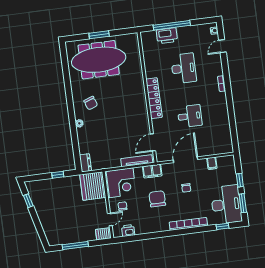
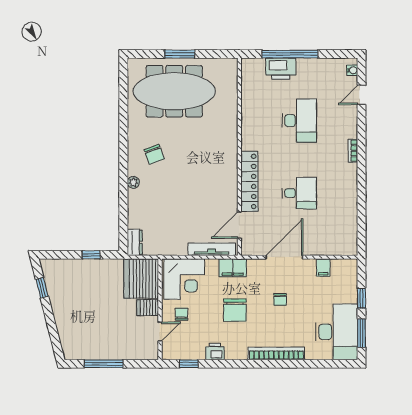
locker: (154, 98) -> (249, 181), moved
chair: (157, 199) -> (235, 310), turned 180
window: (222, 226) -> (189, 364), moved
printer: (128, 230) -> (215, 352), moved
server rack: (103, 234) -> (148, 308), moved

